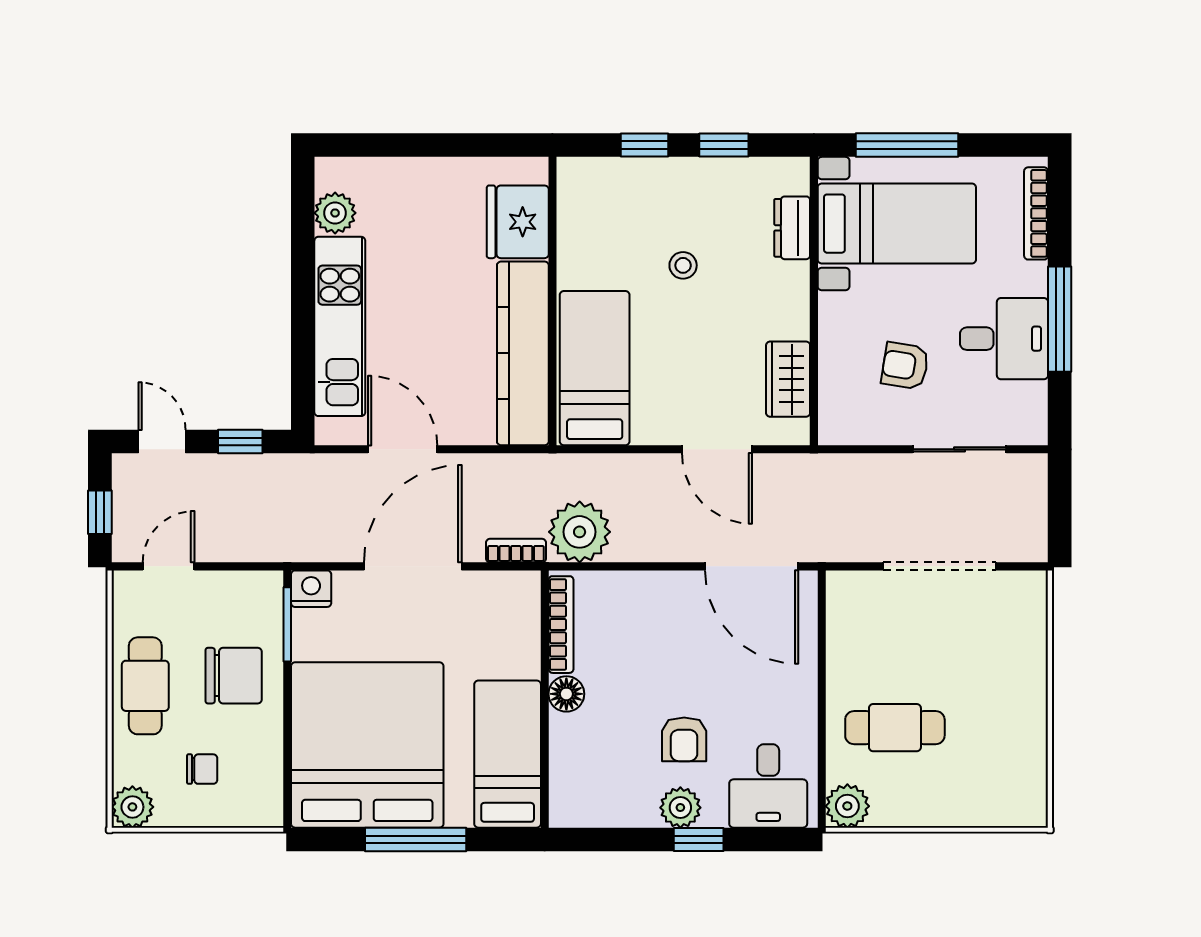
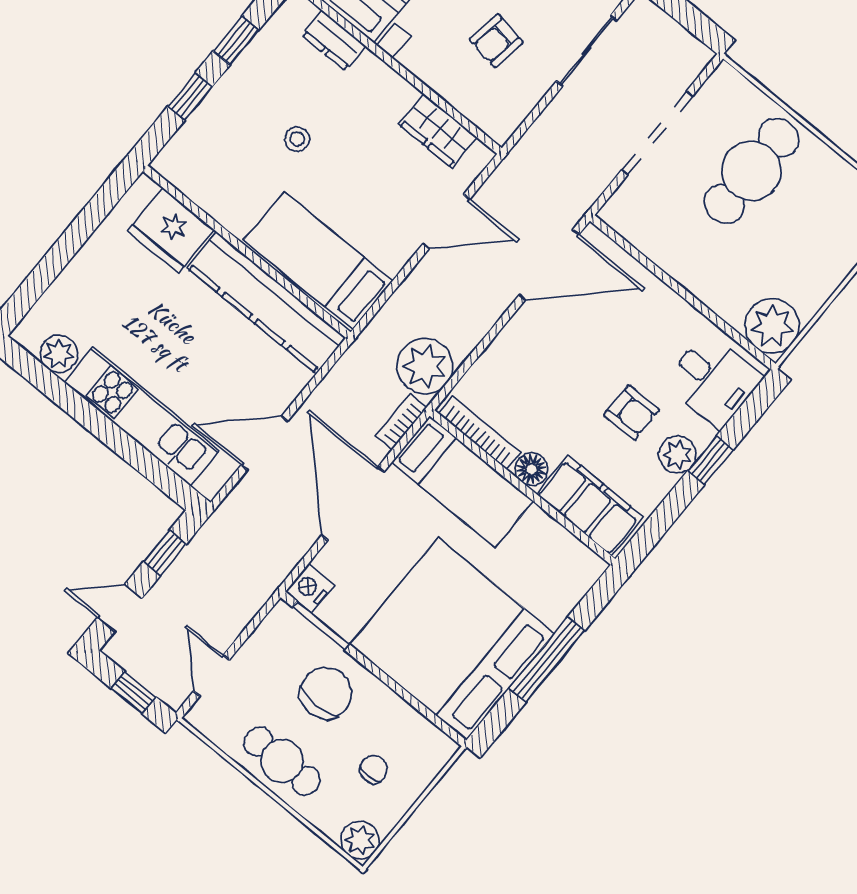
cafe table: (895, 728) -> (751, 171), moved, width x1.37, depth x1.35
bed: (508, 754) -> (462, 482), moved, turned 180
filing cabinet: (576, 768) -> (590, 505), added
plant: (847, 806) -> (772, 326), width x1.36, depth x1.36

